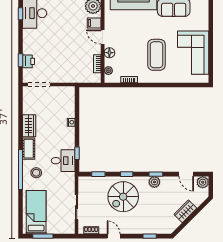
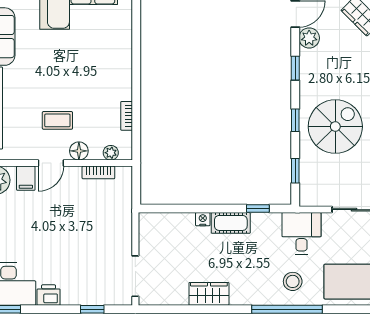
coffee table: (156, 55) -> (57, 120), moved, width x0.54, depth x0.58
printer: (29, 61) -> (49, 295), moved
cot: (29, 149) -> (231, 223), moved
desk: (63, 161) -> (301, 233), moved
plant: (154, 182) -> (309, 38), moved
spiral stairs: (123, 197) -> (335, 127), turned -90

